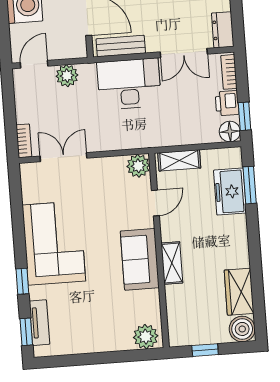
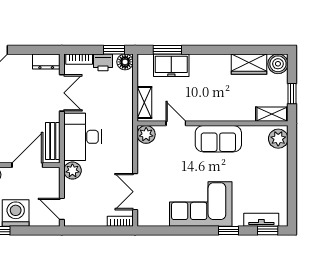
plant: (67, 76) -> (72, 171), moved
shelving: (172, 263) -> (272, 114), moved

